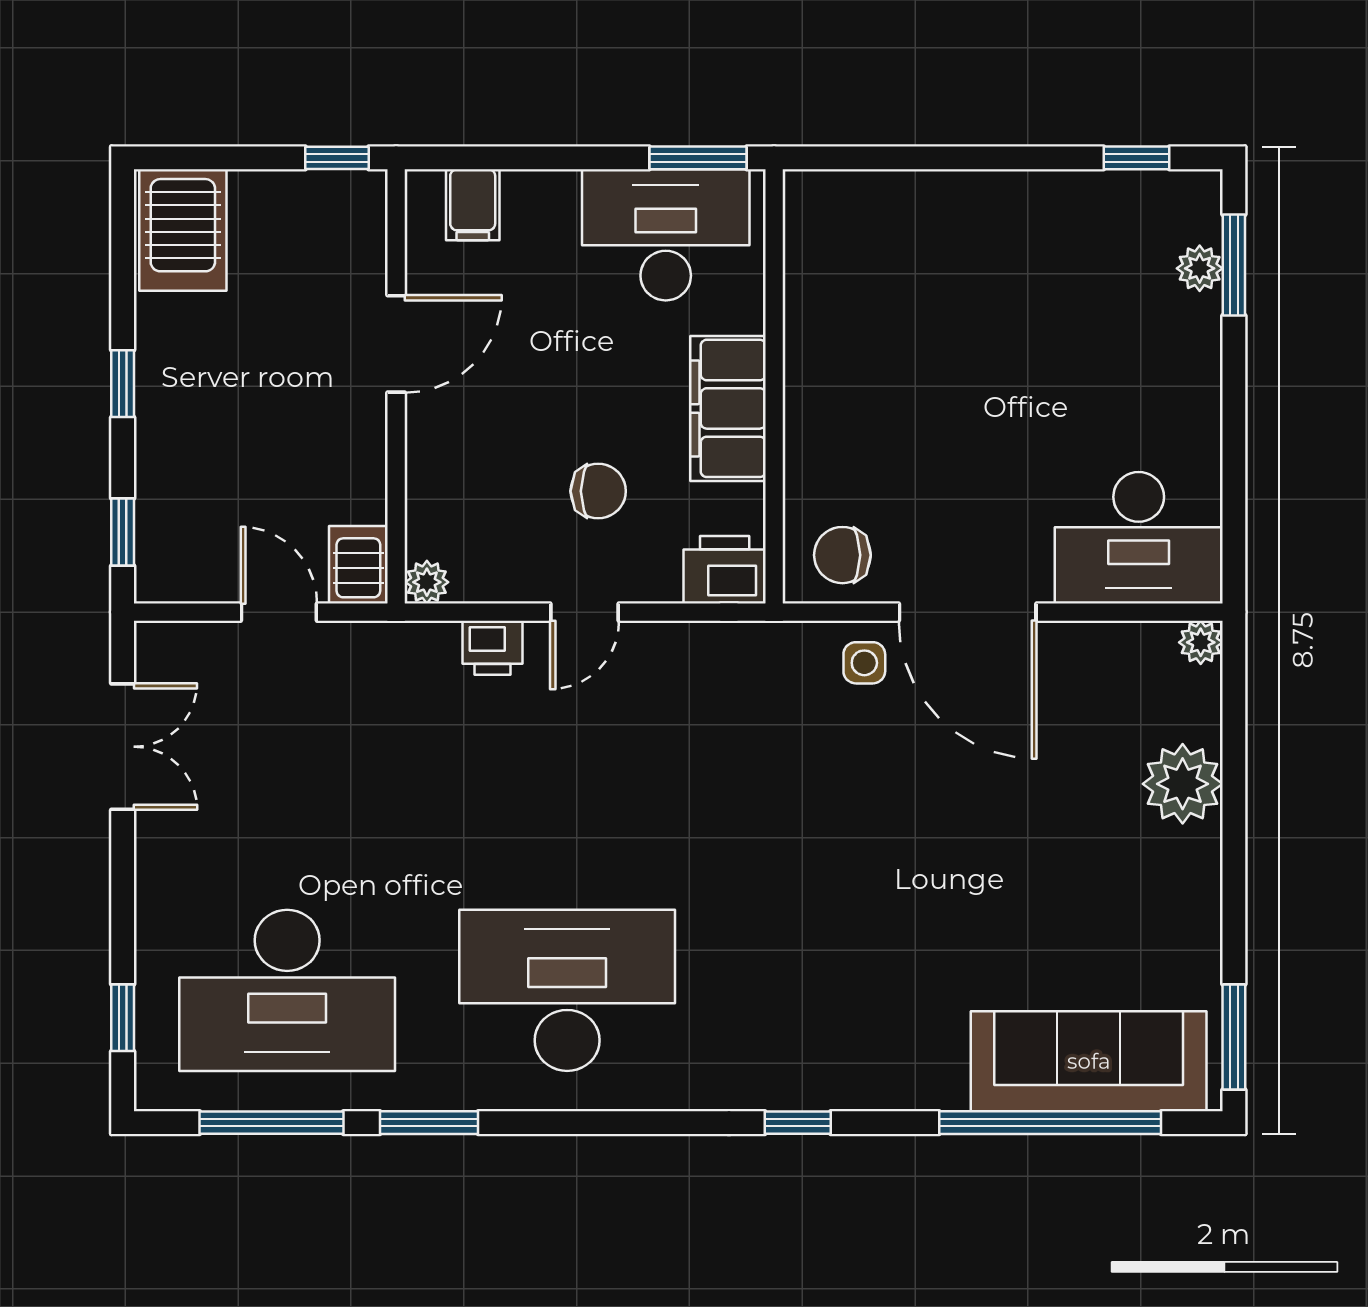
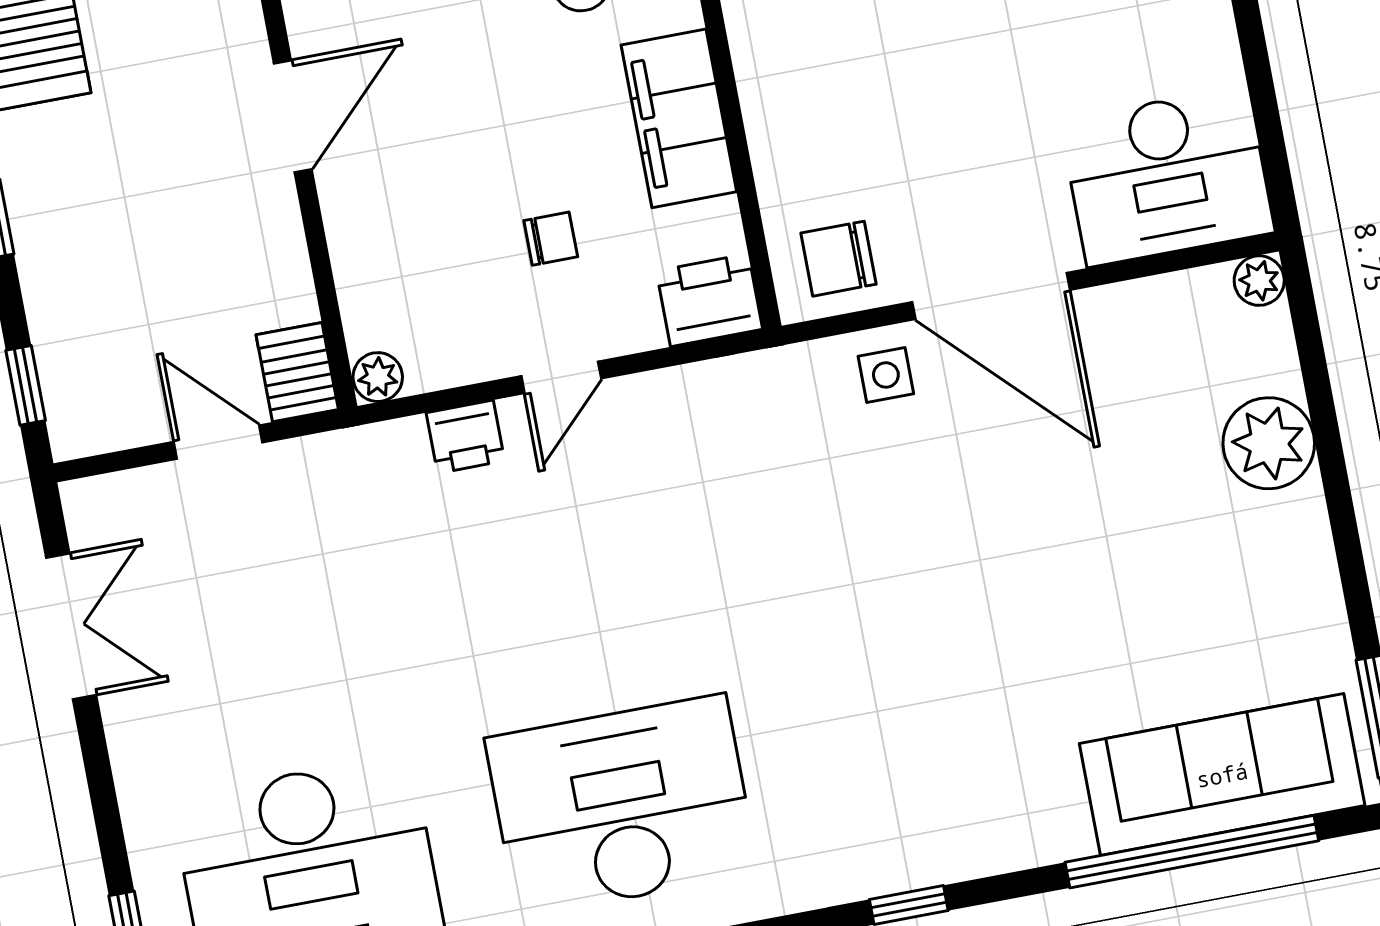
chair: (598, 491) -> (551, 239), width x0.73, depth x0.73

